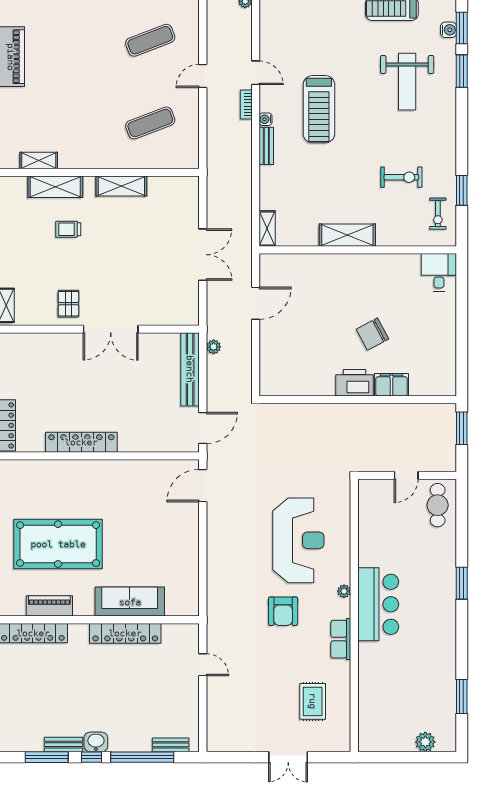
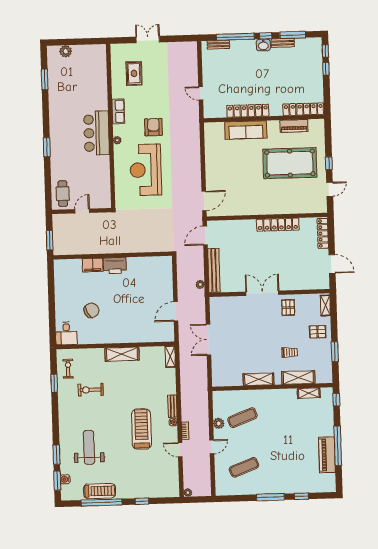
plant: (190, 115) -> (219, 423), added
pallet: (21, 262) -> (318, 332), added
chair: (372, 334) -> (91, 310), moved

